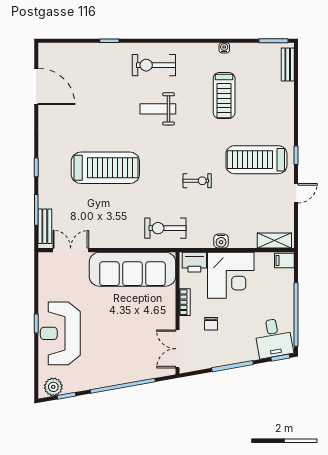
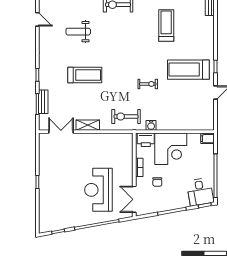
door: (36, 86) -> (37, 19), width x0.53
treadmill: (224, 96) -> (166, 26), turned 180
weight bench: (158, 109) -> (78, 32), moved
treadmill: (105, 168) -> (85, 75), width x0.73, depth x0.73
bench: (45, 226) -> (43, 102), moved
water cooler: (221, 241) -> (151, 125), moved
shelving: (274, 241) -> (88, 125), moved
sofa: (132, 269) -> (103, 145), removed
reception desk: (60, 333) -> (98, 190), moved
plant: (53, 387) -> (49, 225), removed

